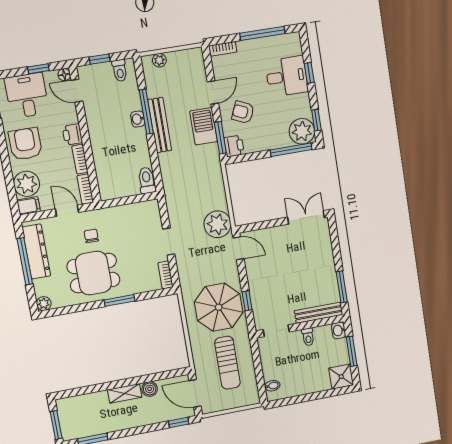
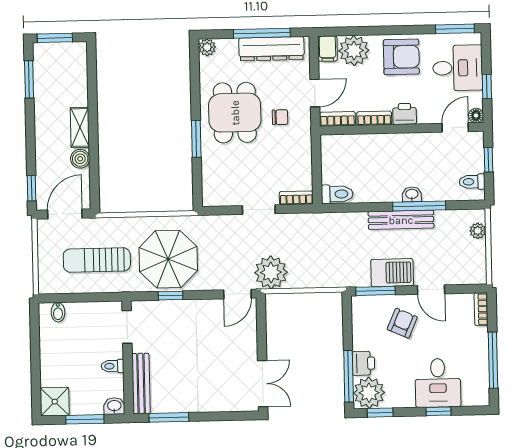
printer: (234, 146) -> (363, 363), moved, turned -90
bookcase: (166, 275) -> (296, 198), moved

